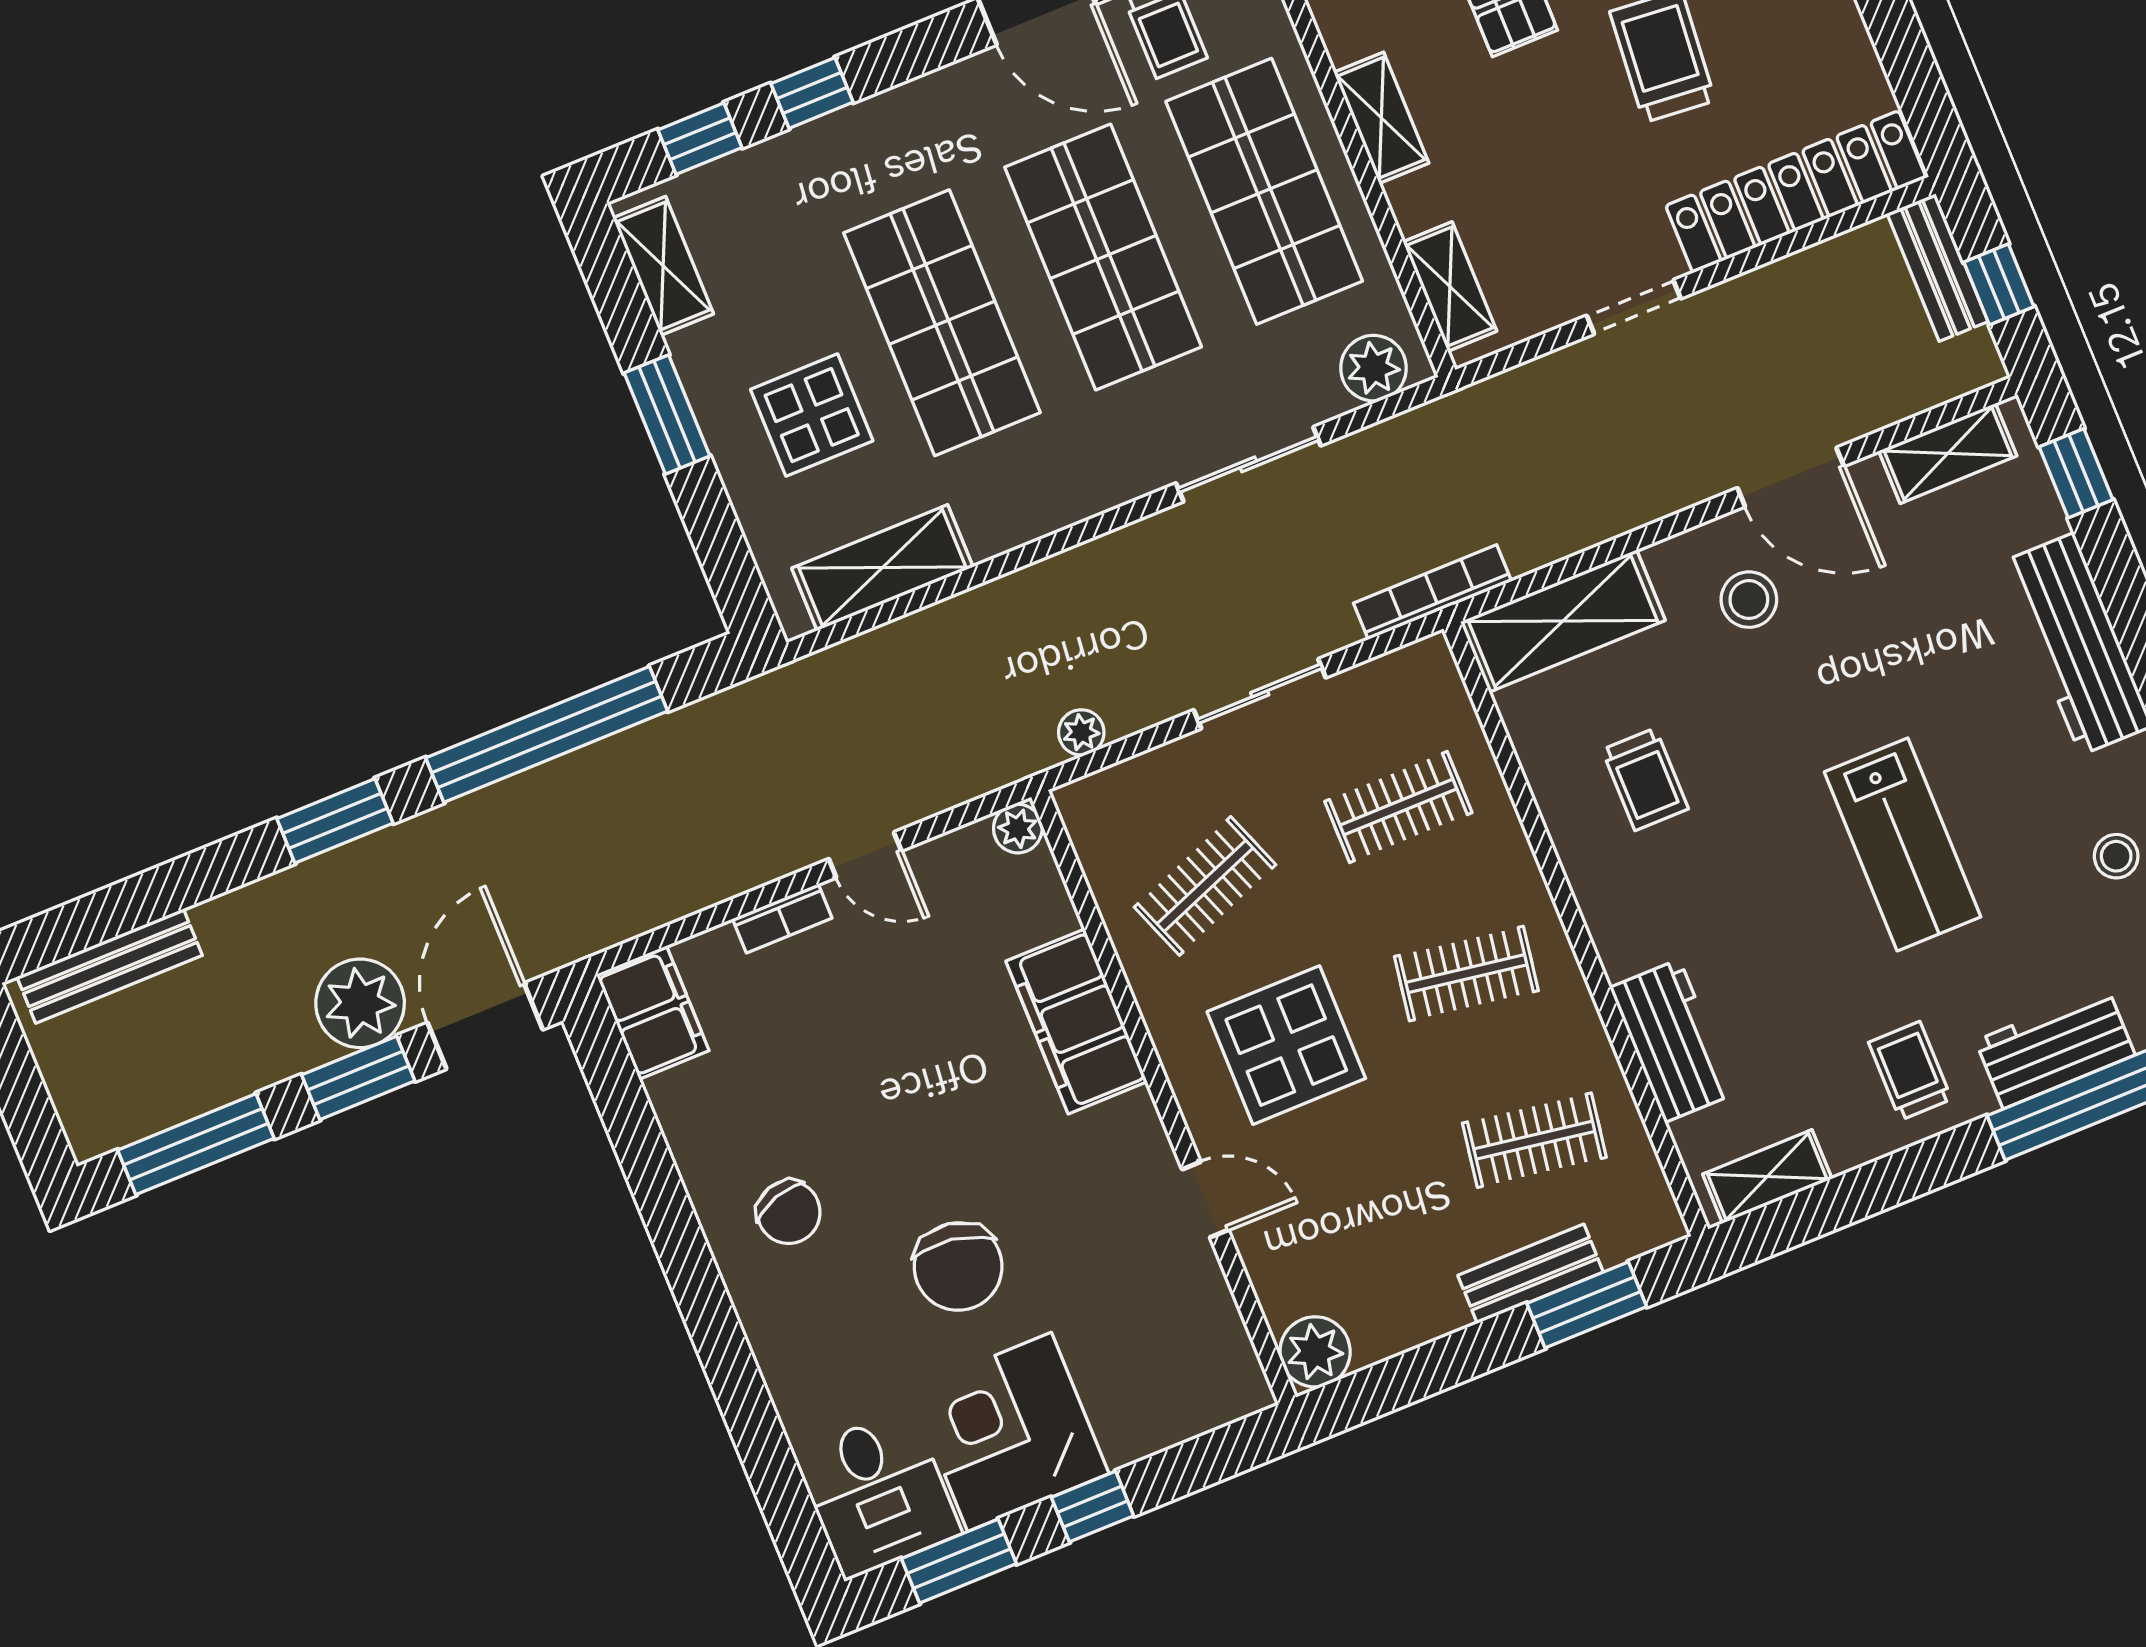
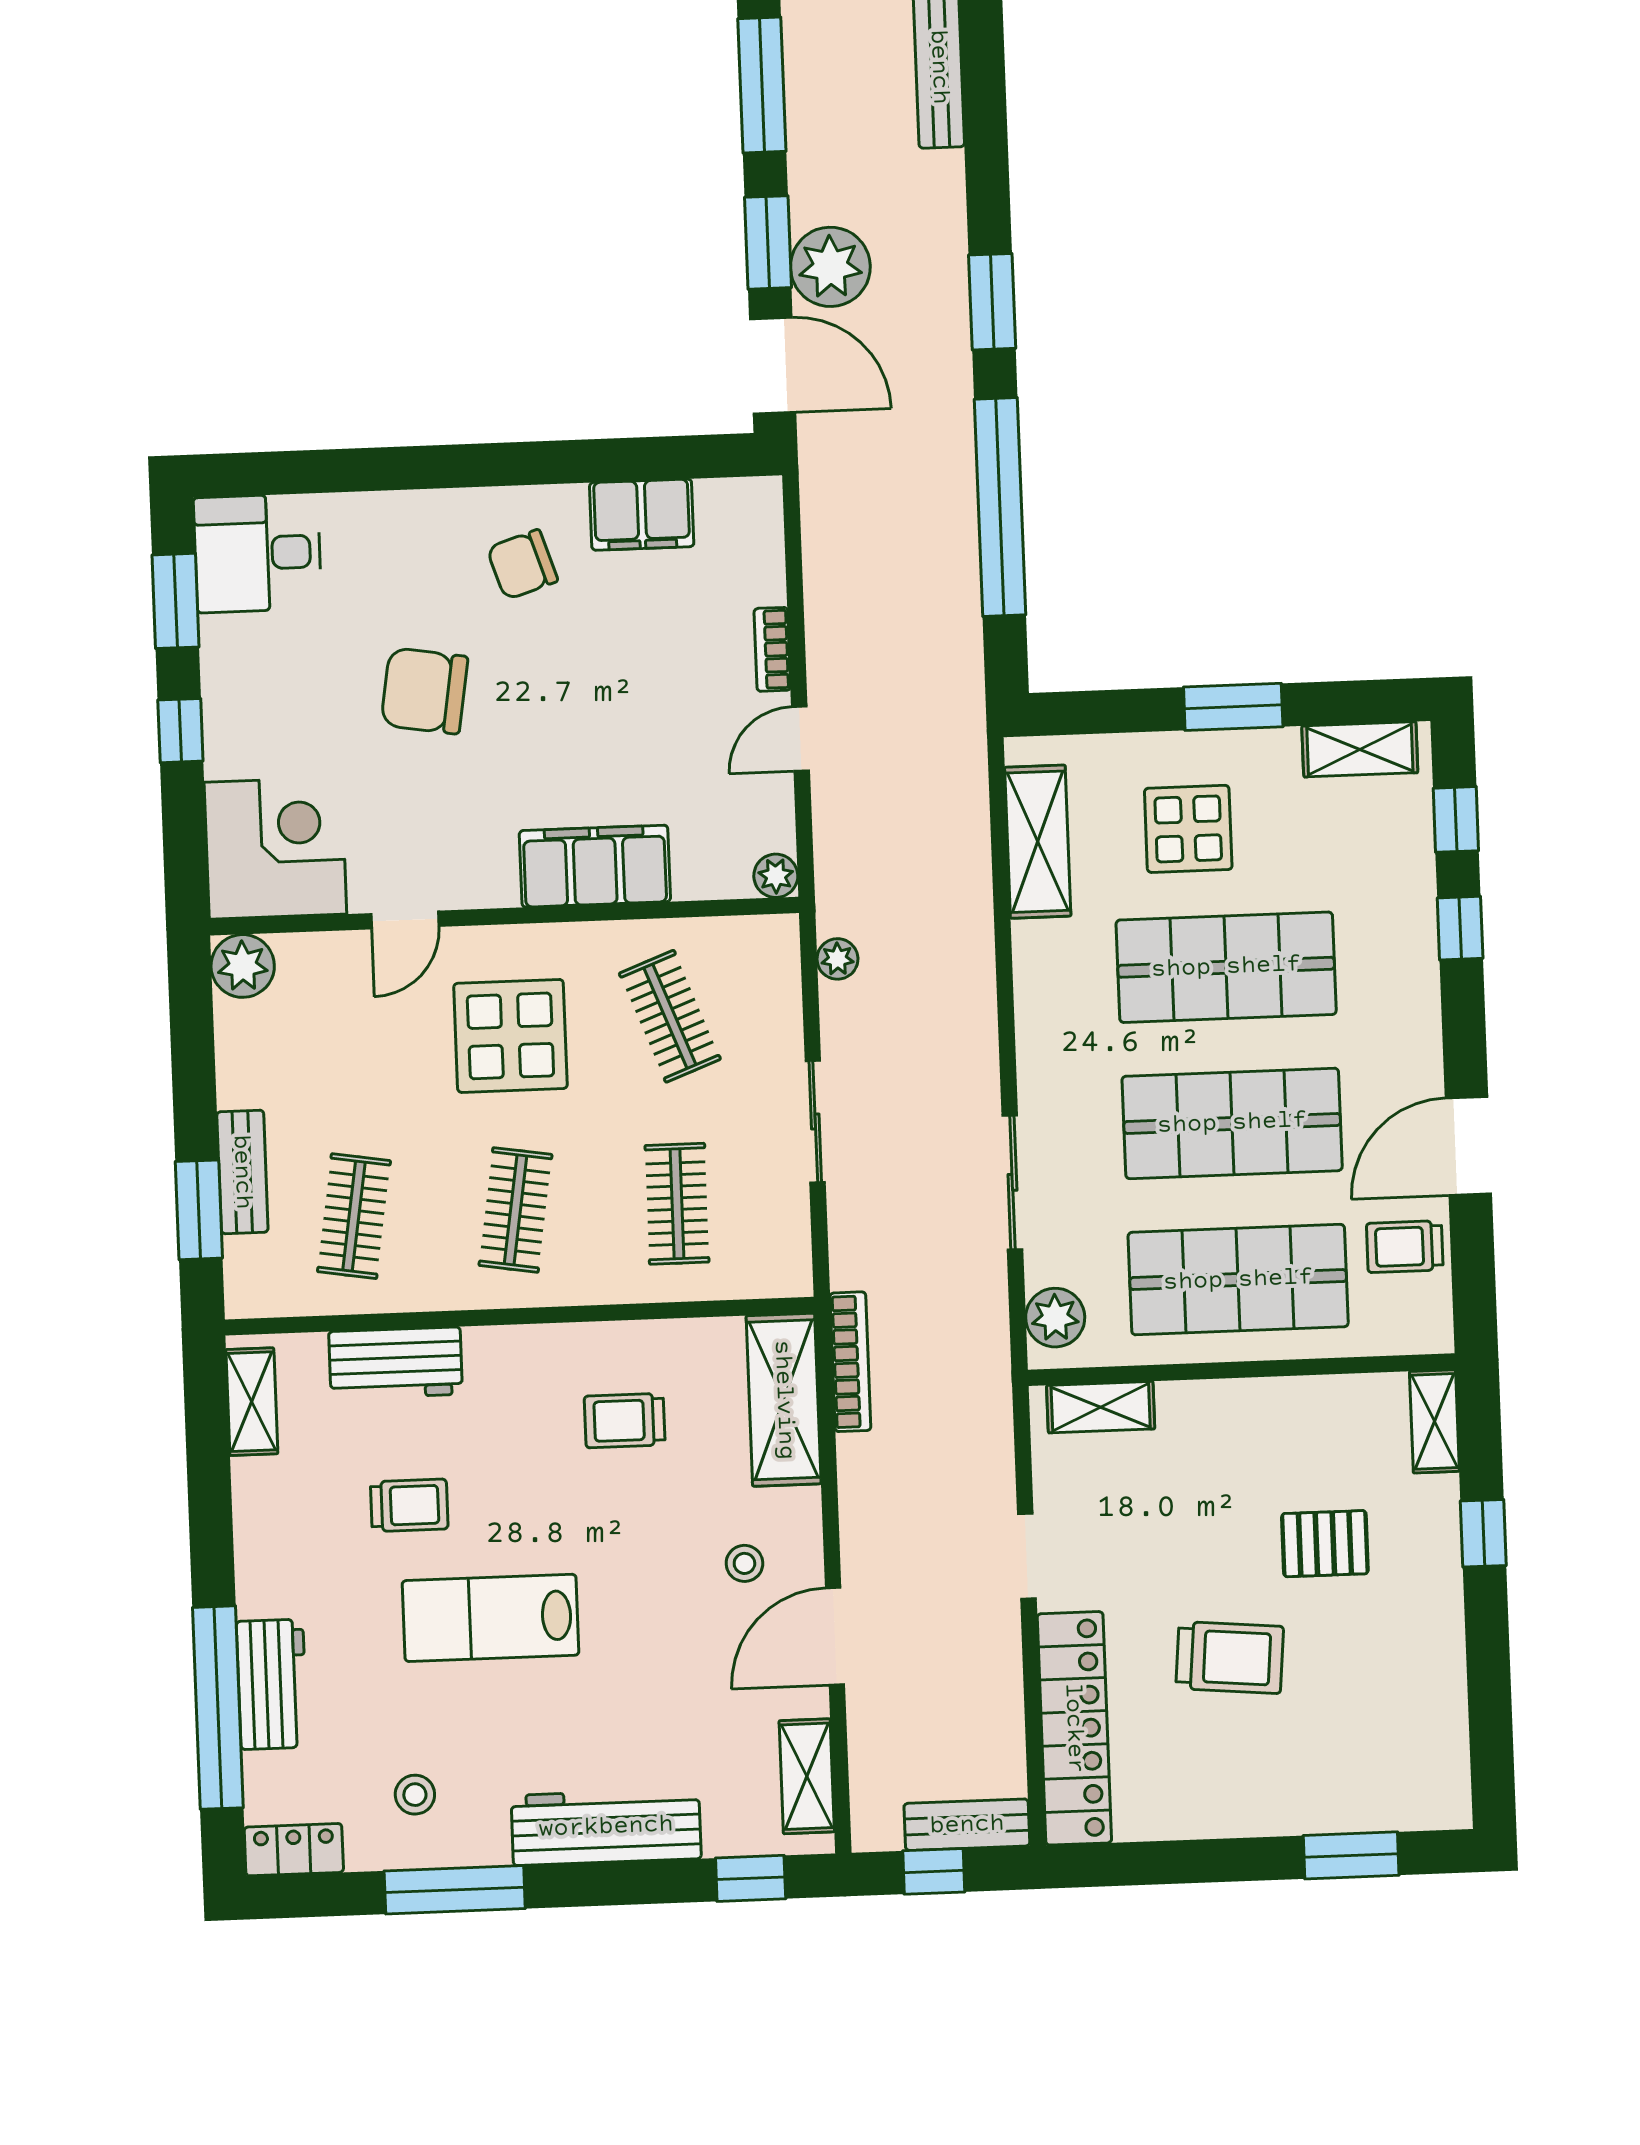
shelving: (1381, 118) -> (1264, 1401), removed
bookcase: (1433, 592) -> (850, 1362), moved
stool: (1749, 600) -> (744, 1563), width x0.73, depth x0.73
filing cabinet: (653, 1013) -> (642, 515), moved
trolley: (1910, 1071) -> (409, 1505), moved
corner desk: (1010, 1432) -> (275, 848), moved

